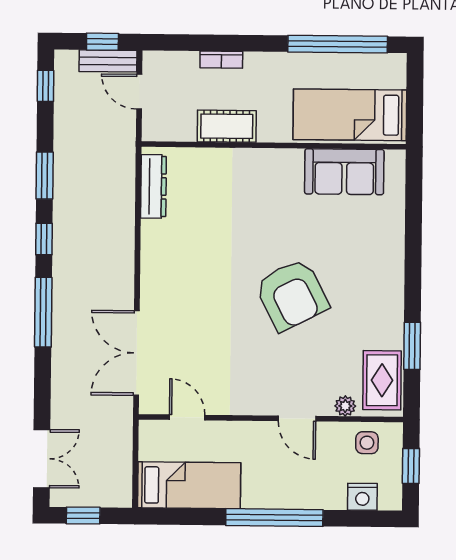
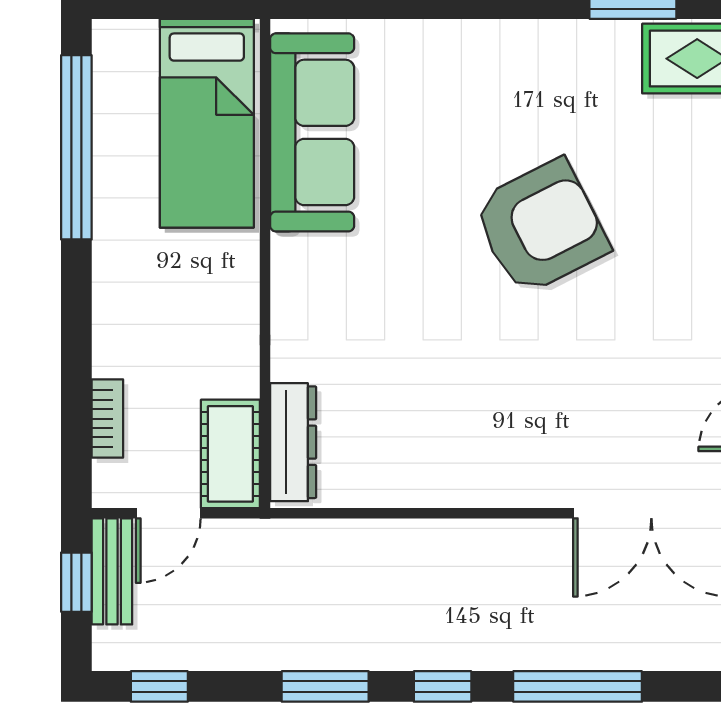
bookcase: (221, 60) -> (107, 419), moved
cot: (227, 126) -> (230, 454), moved
sofa: (344, 172) -> (312, 132), width x1.36
dresser: (153, 186) -> (293, 442), moved, turned 90

